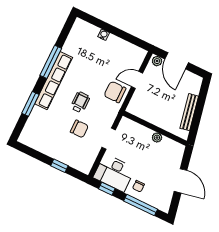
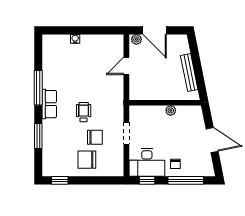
row of seats: (54, 81) -> (49, 104), width x0.50
chair: (115, 92) -> (87, 160), moved
window: (59, 166) -> (60, 180), moved

